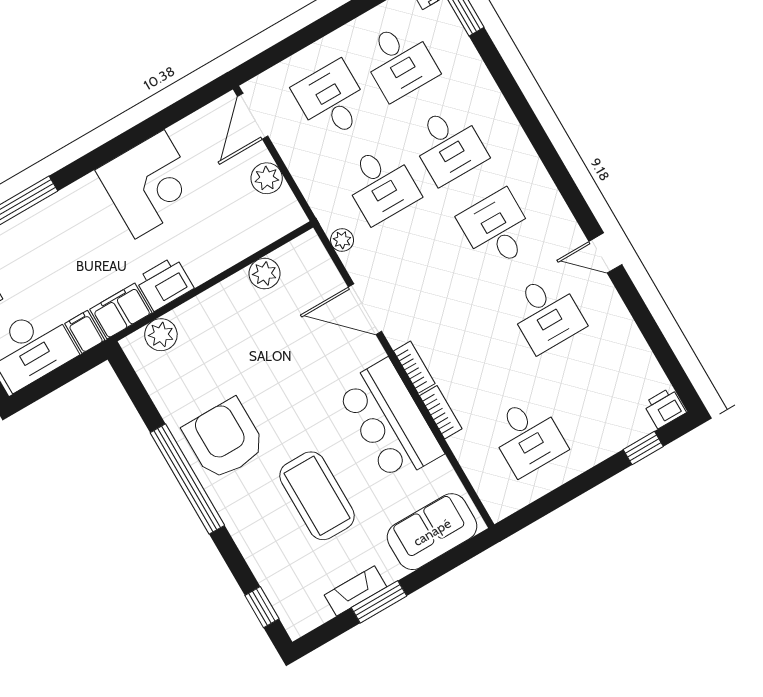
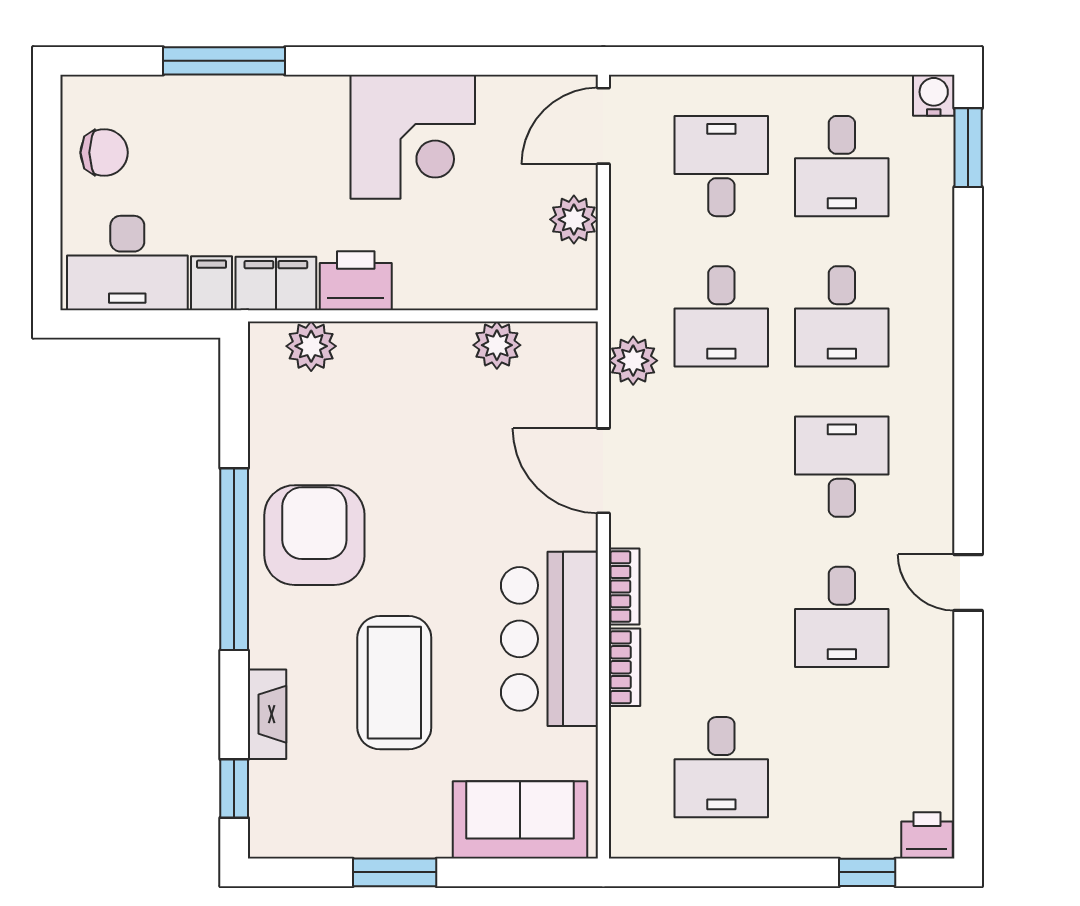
plant: (342, 240) -> (633, 361), width x1.38, depth x1.38
fireplace: (355, 591) -> (267, 714), moved, turned 90

